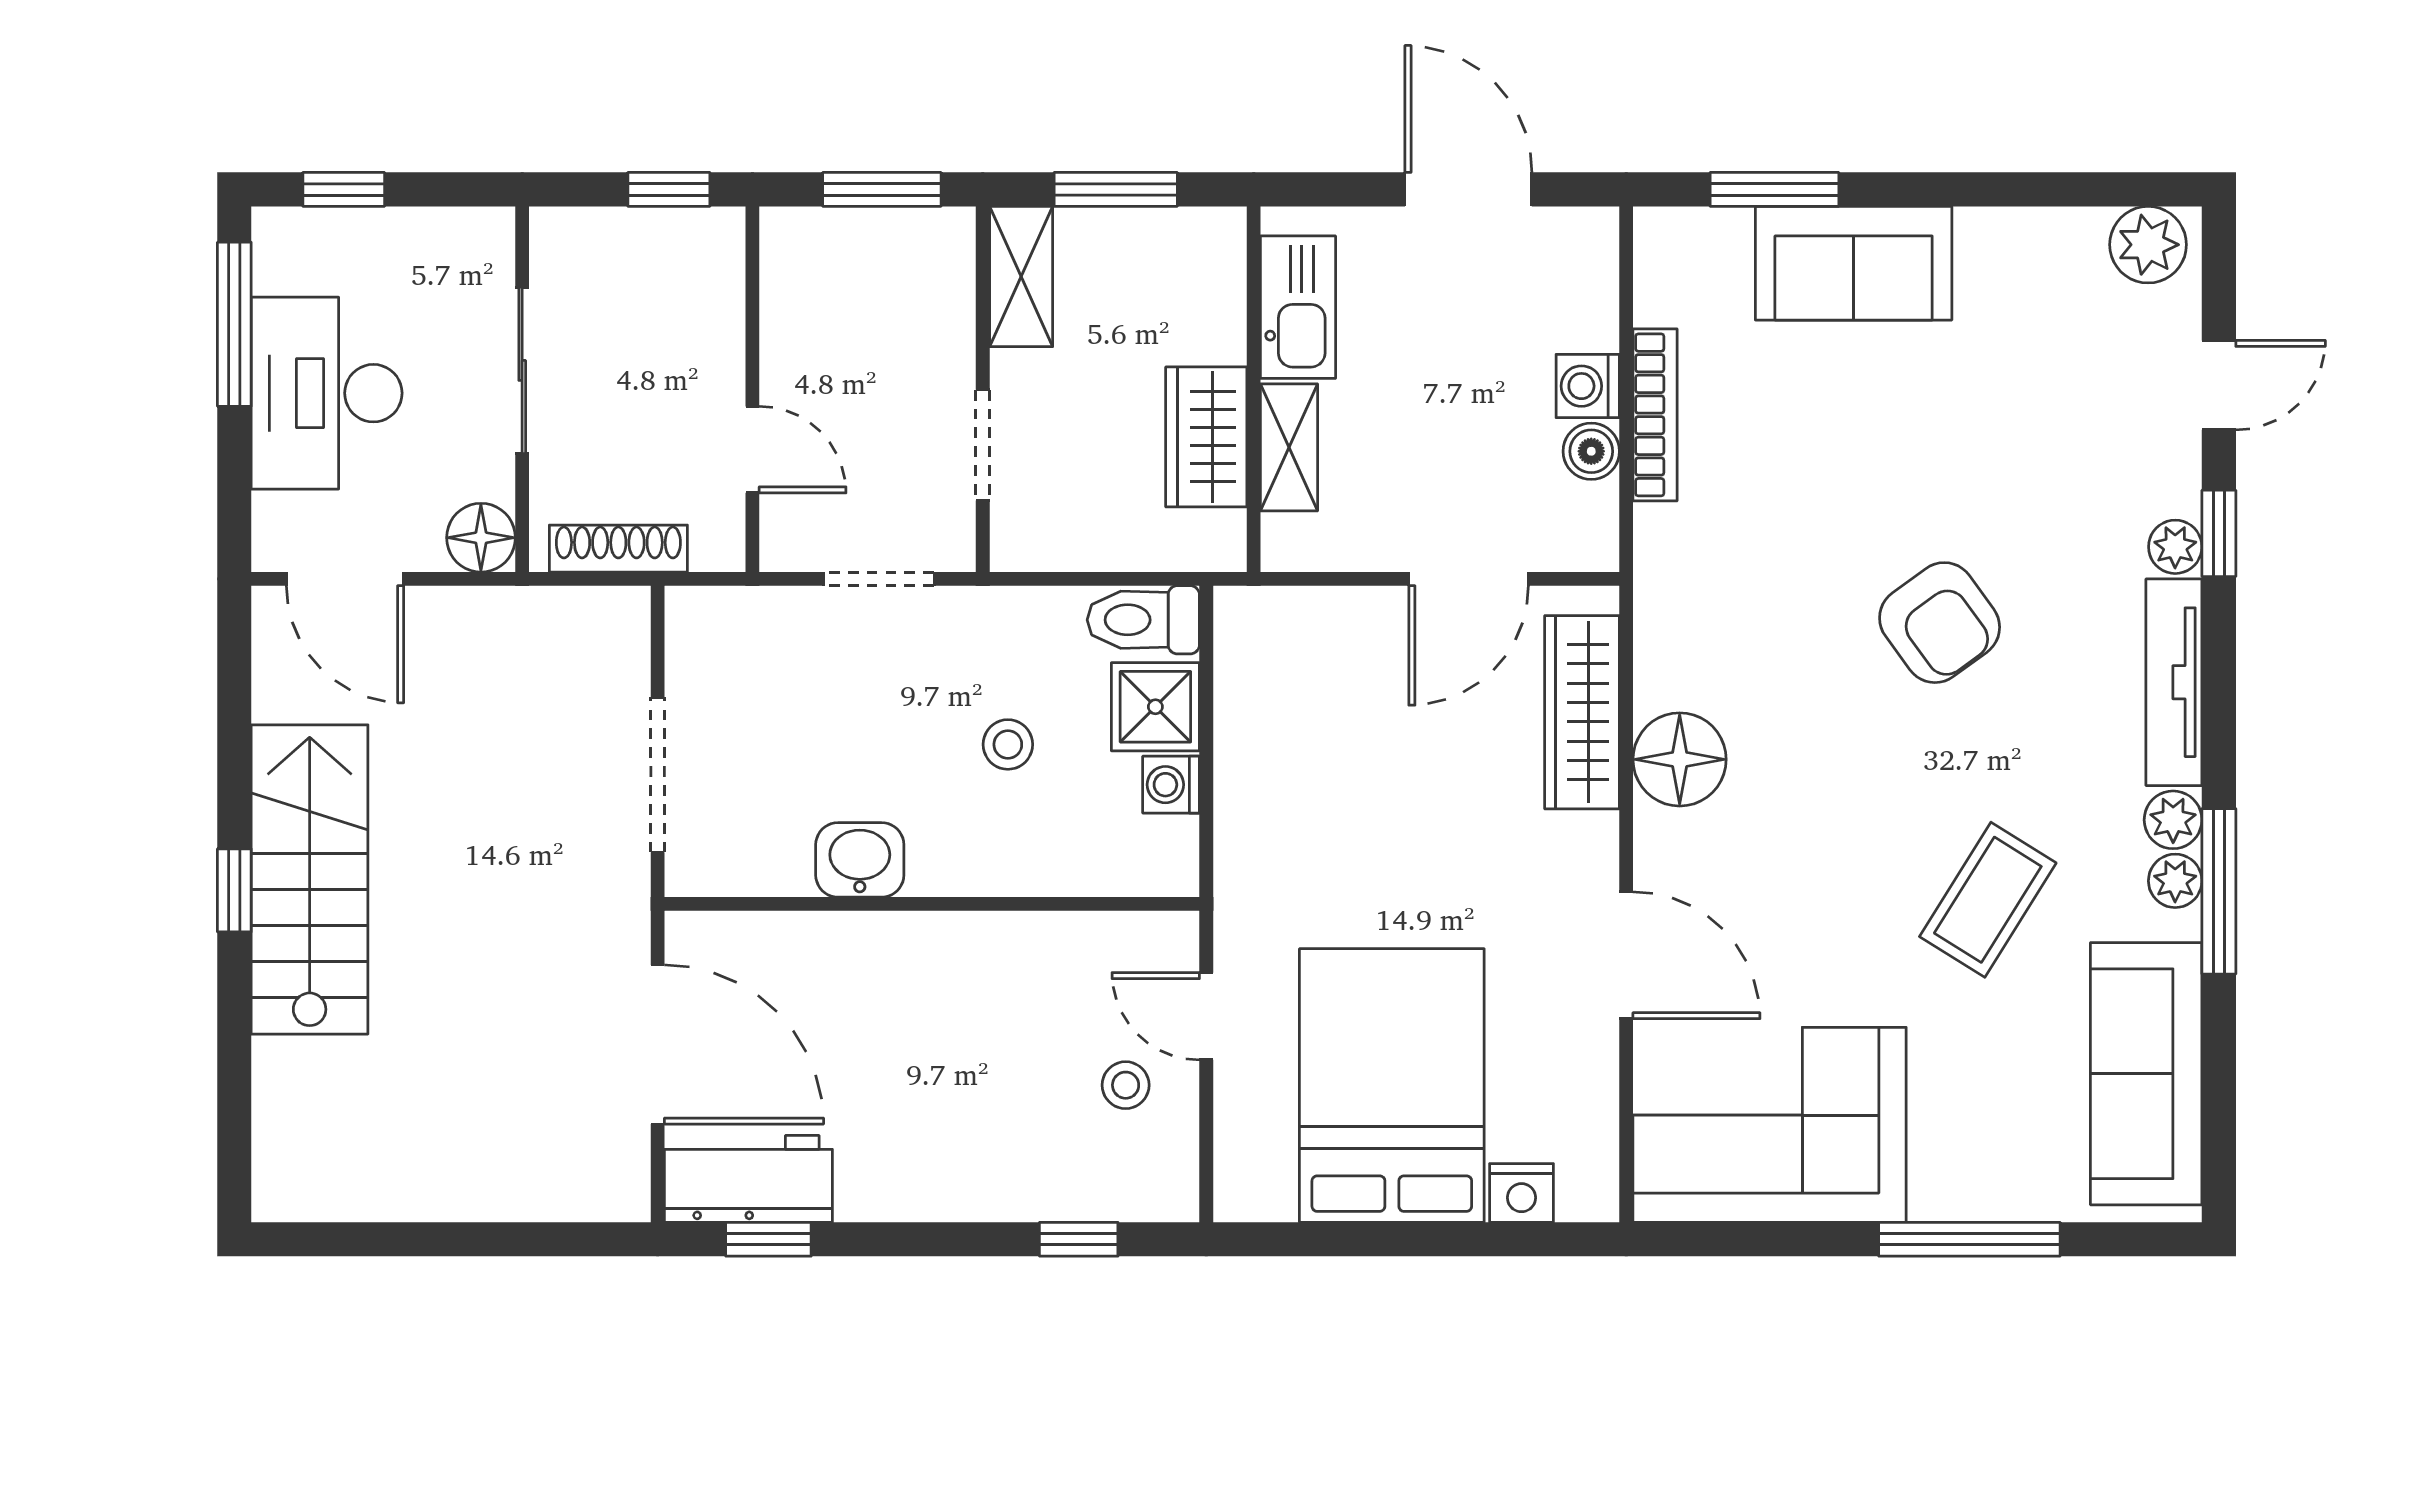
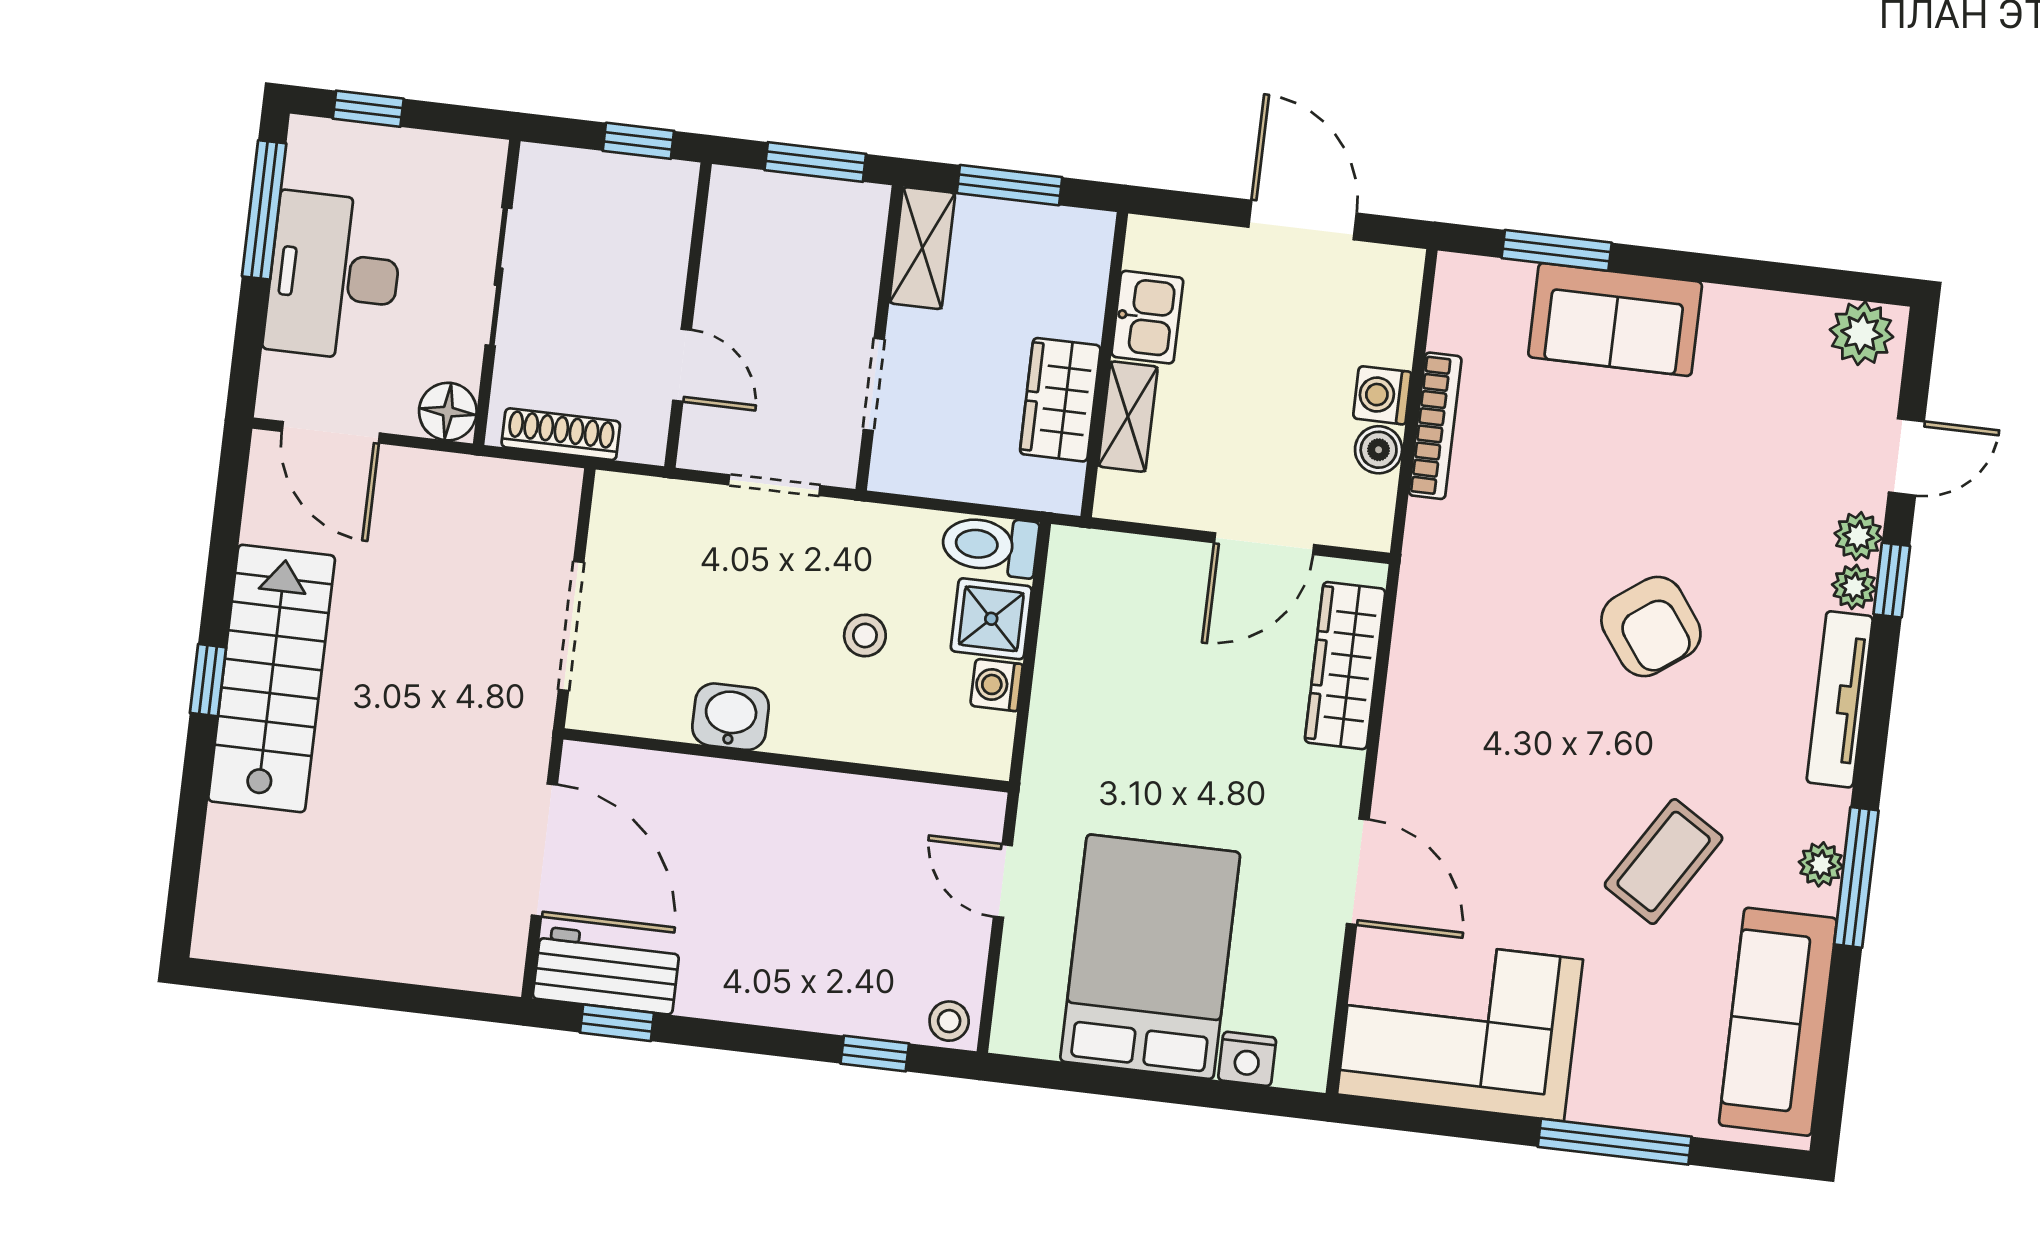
kitchen sink: (1298, 307) -> (1147, 317), width x0.73
floor lamp: (1680, 759) -> (1421, 714), removed
plant: (2173, 820) -> (1858, 536), moved
stool: (1126, 1085) -> (949, 1021), moved

